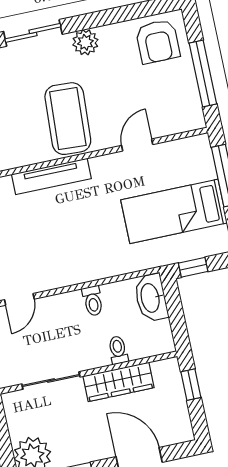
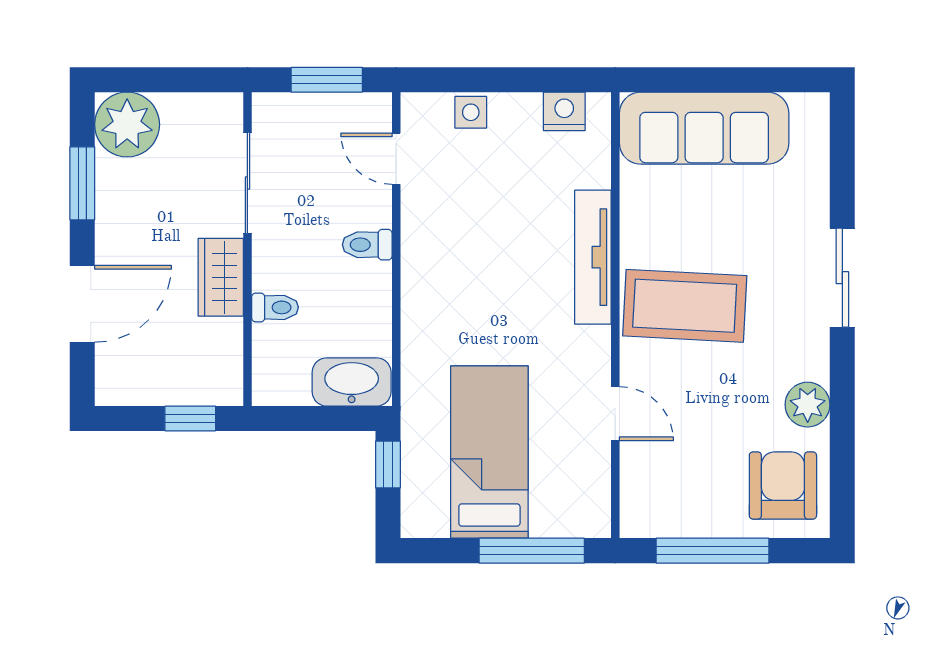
armchair: (158, 41) -> (783, 486), turned 90
plant: (85, 42) -> (808, 405), moved
toilet: (93, 301) -> (367, 245), moved
wardrobe: (118, 382) -> (221, 277), width x0.67

